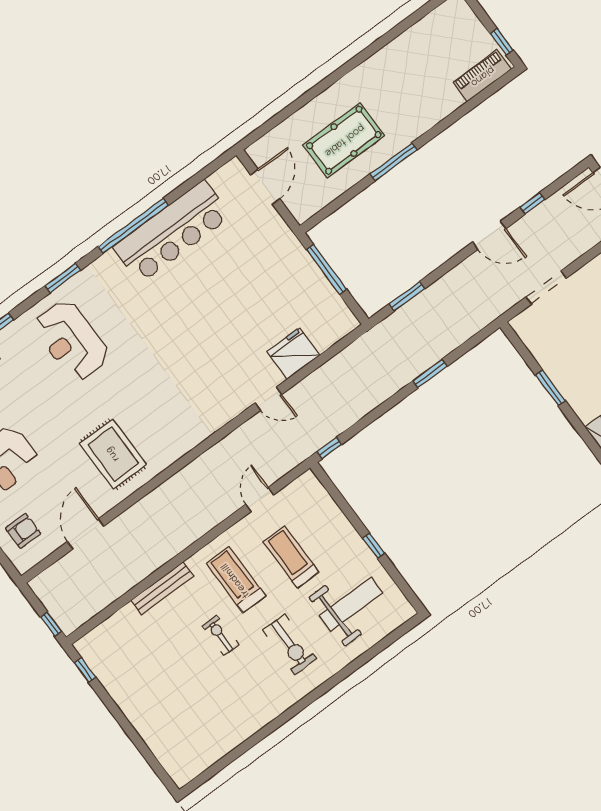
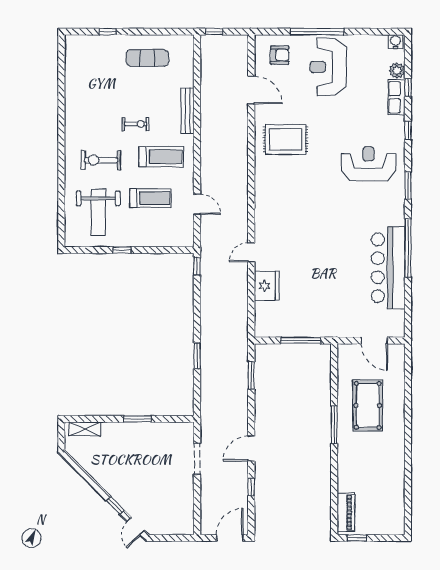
armchair: (23, 531) -> (280, 55), turned -90
window: (85, 670) -> (108, 32), moved
exercise mat: (136, 677) -> (147, 58), added

